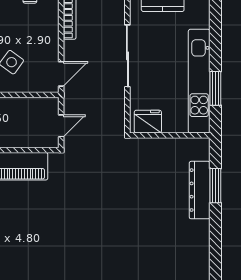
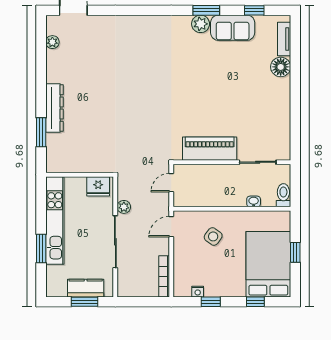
window: (215, 88) -> (41, 249), moved
plant: (117, 97) -> (124, 207), added
dresser: (200, 190) -> (54, 108), moved

